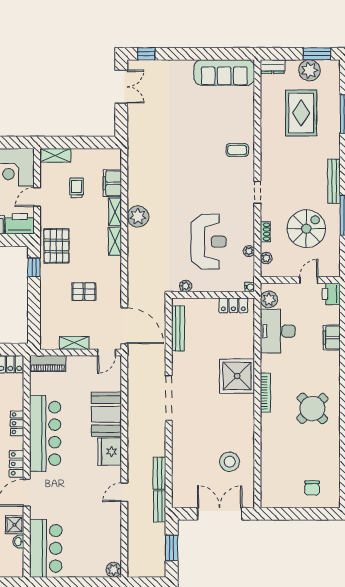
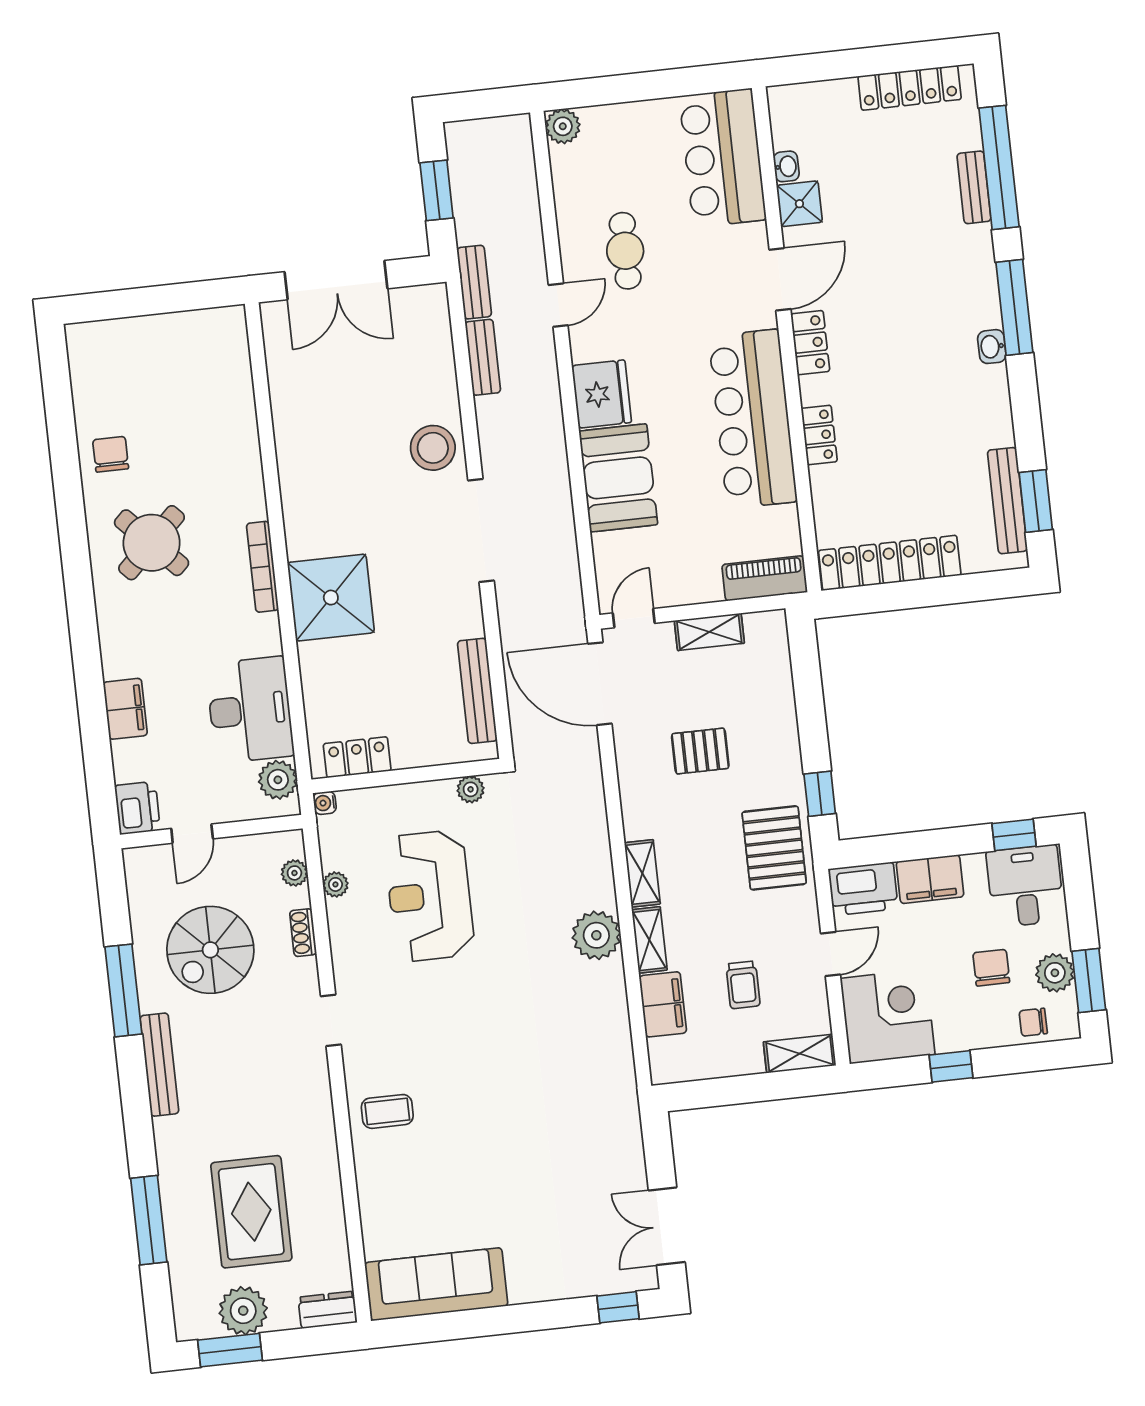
stool: (230, 462) -> (433, 448), moved
chair: (312, 488) -> (111, 454), moved
cafe table: (93, 513) -> (625, 251), added

